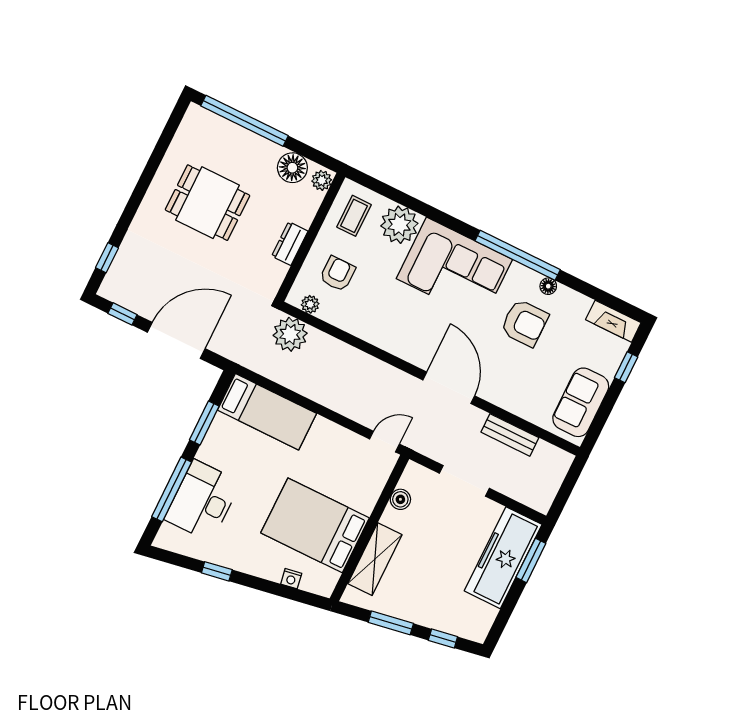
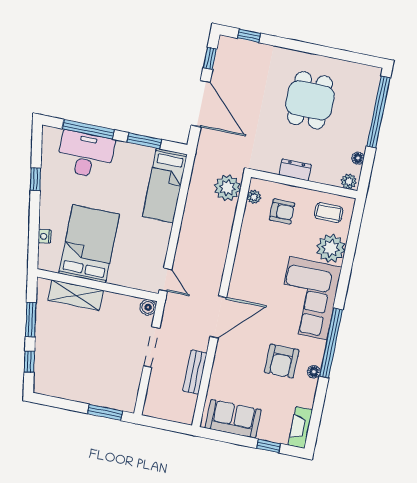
floor lamp: (292, 168) -> (358, 158), width x0.53, depth x0.53
boiler: (400, 499) -> (148, 307), moved
freezer: (503, 558) -> (102, 391), removed

